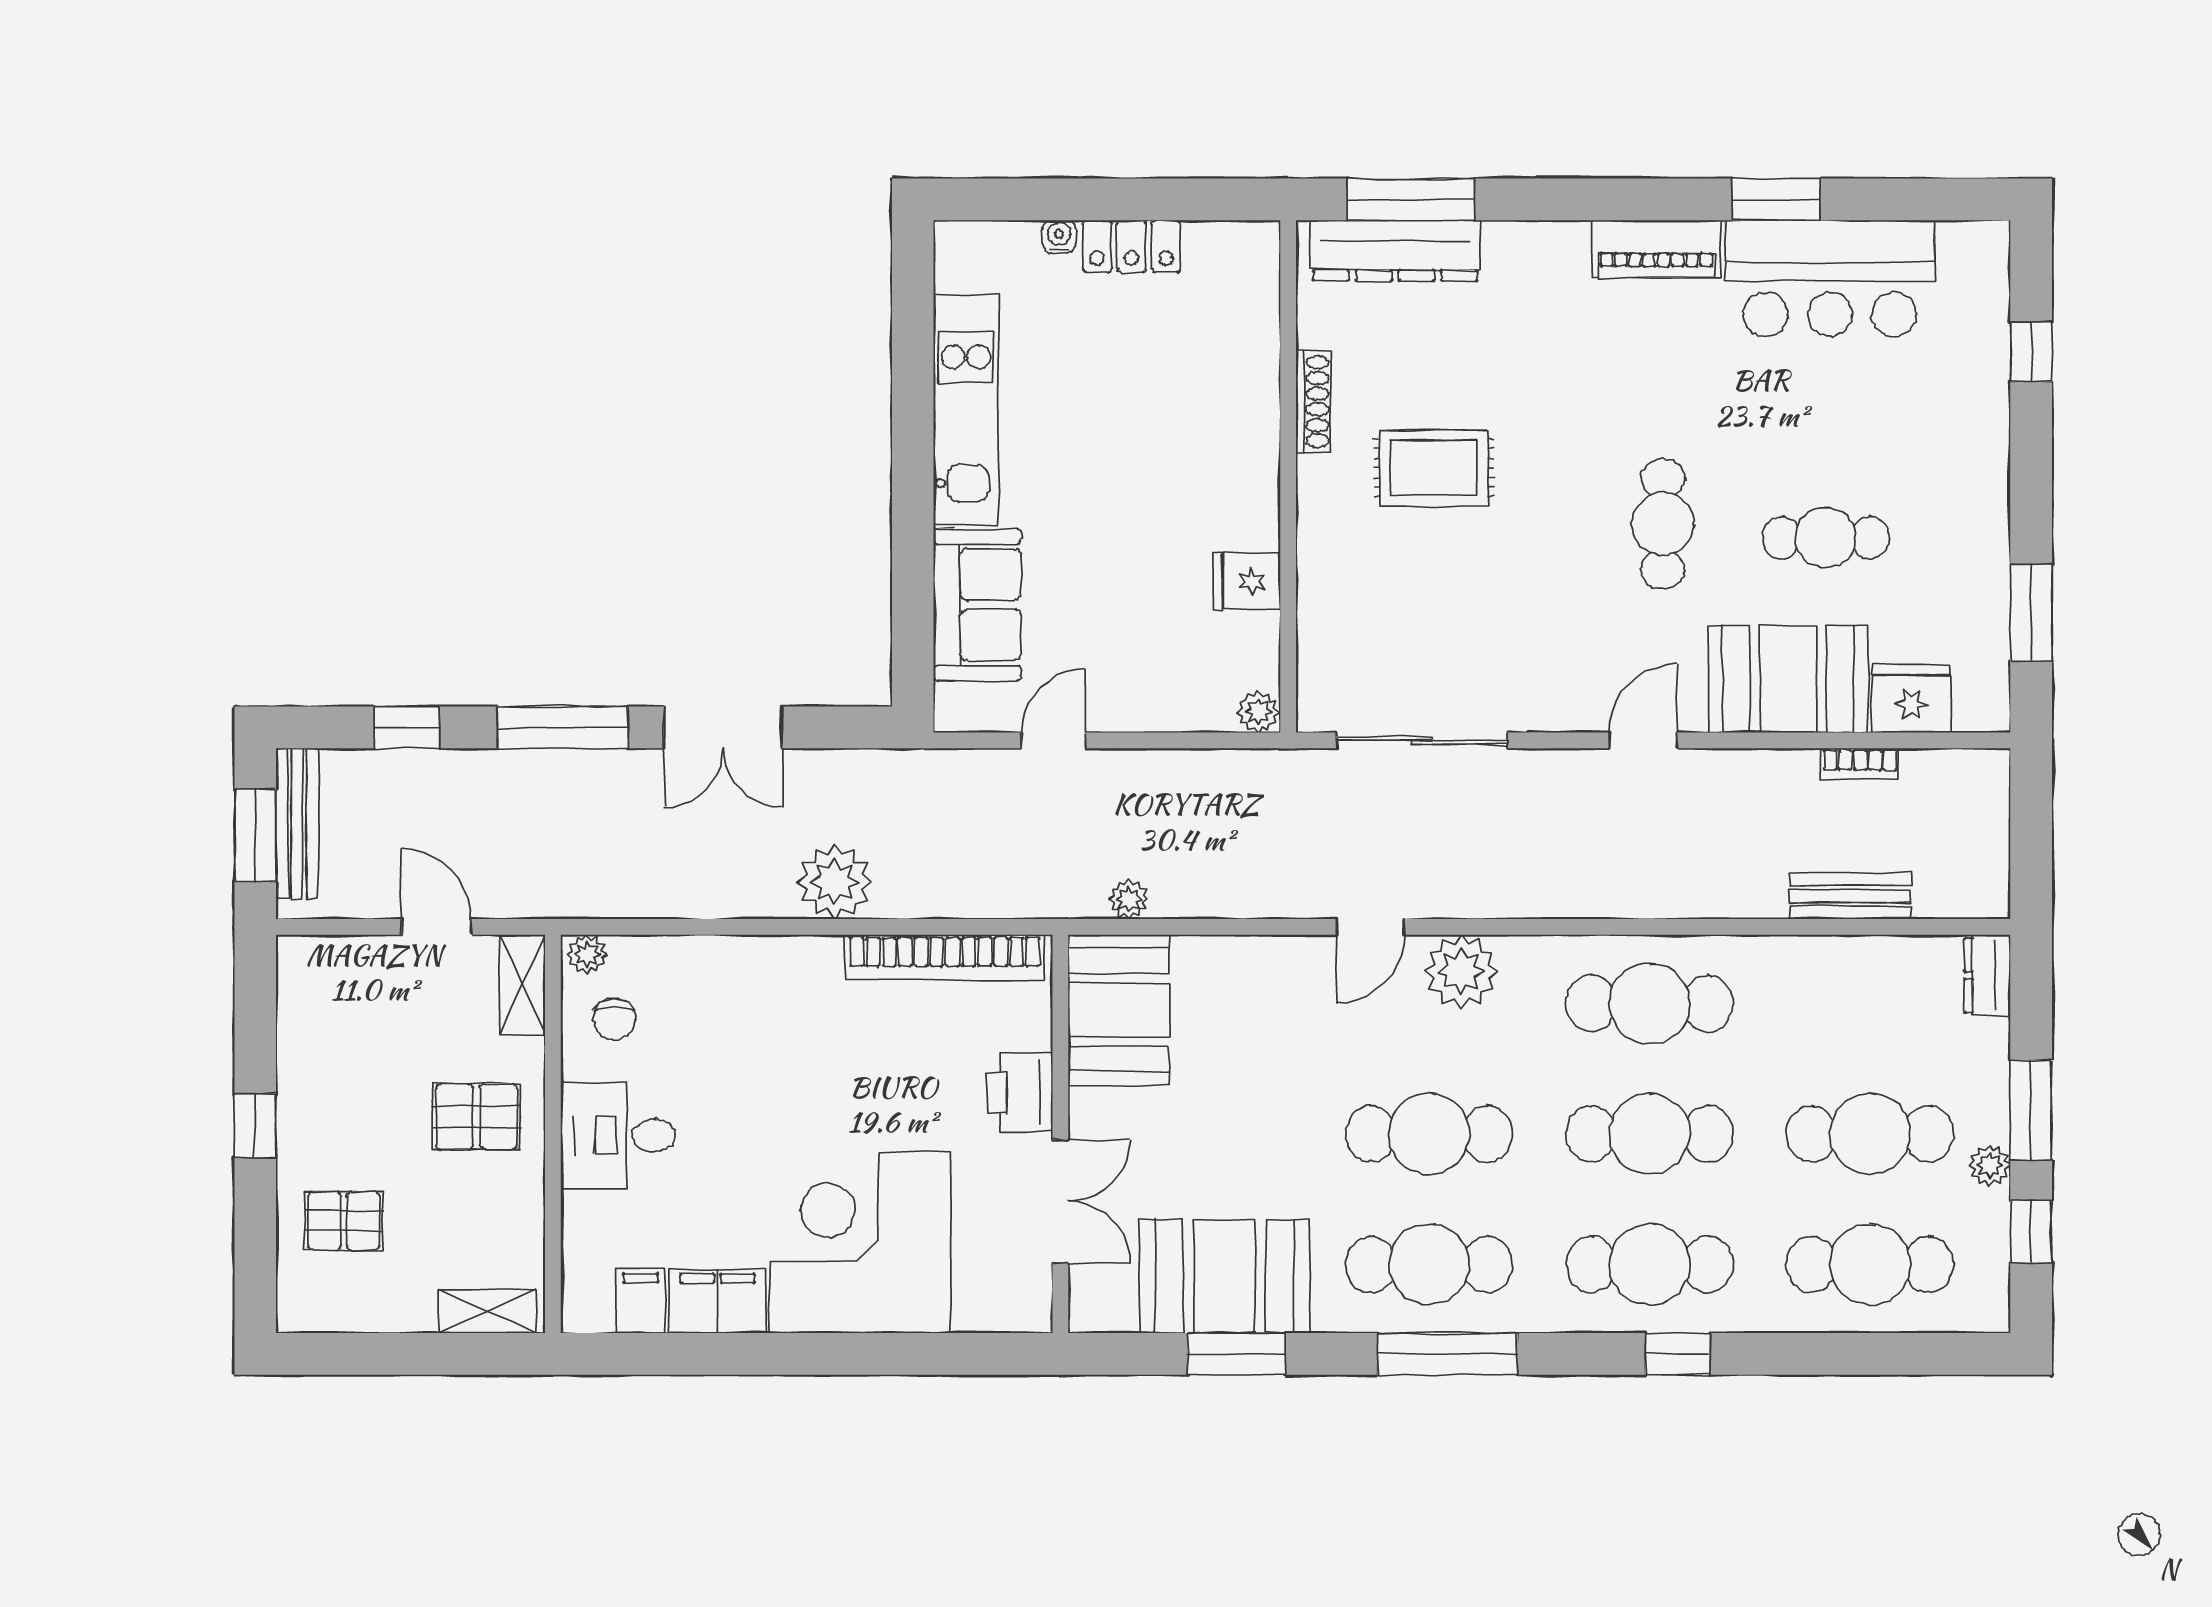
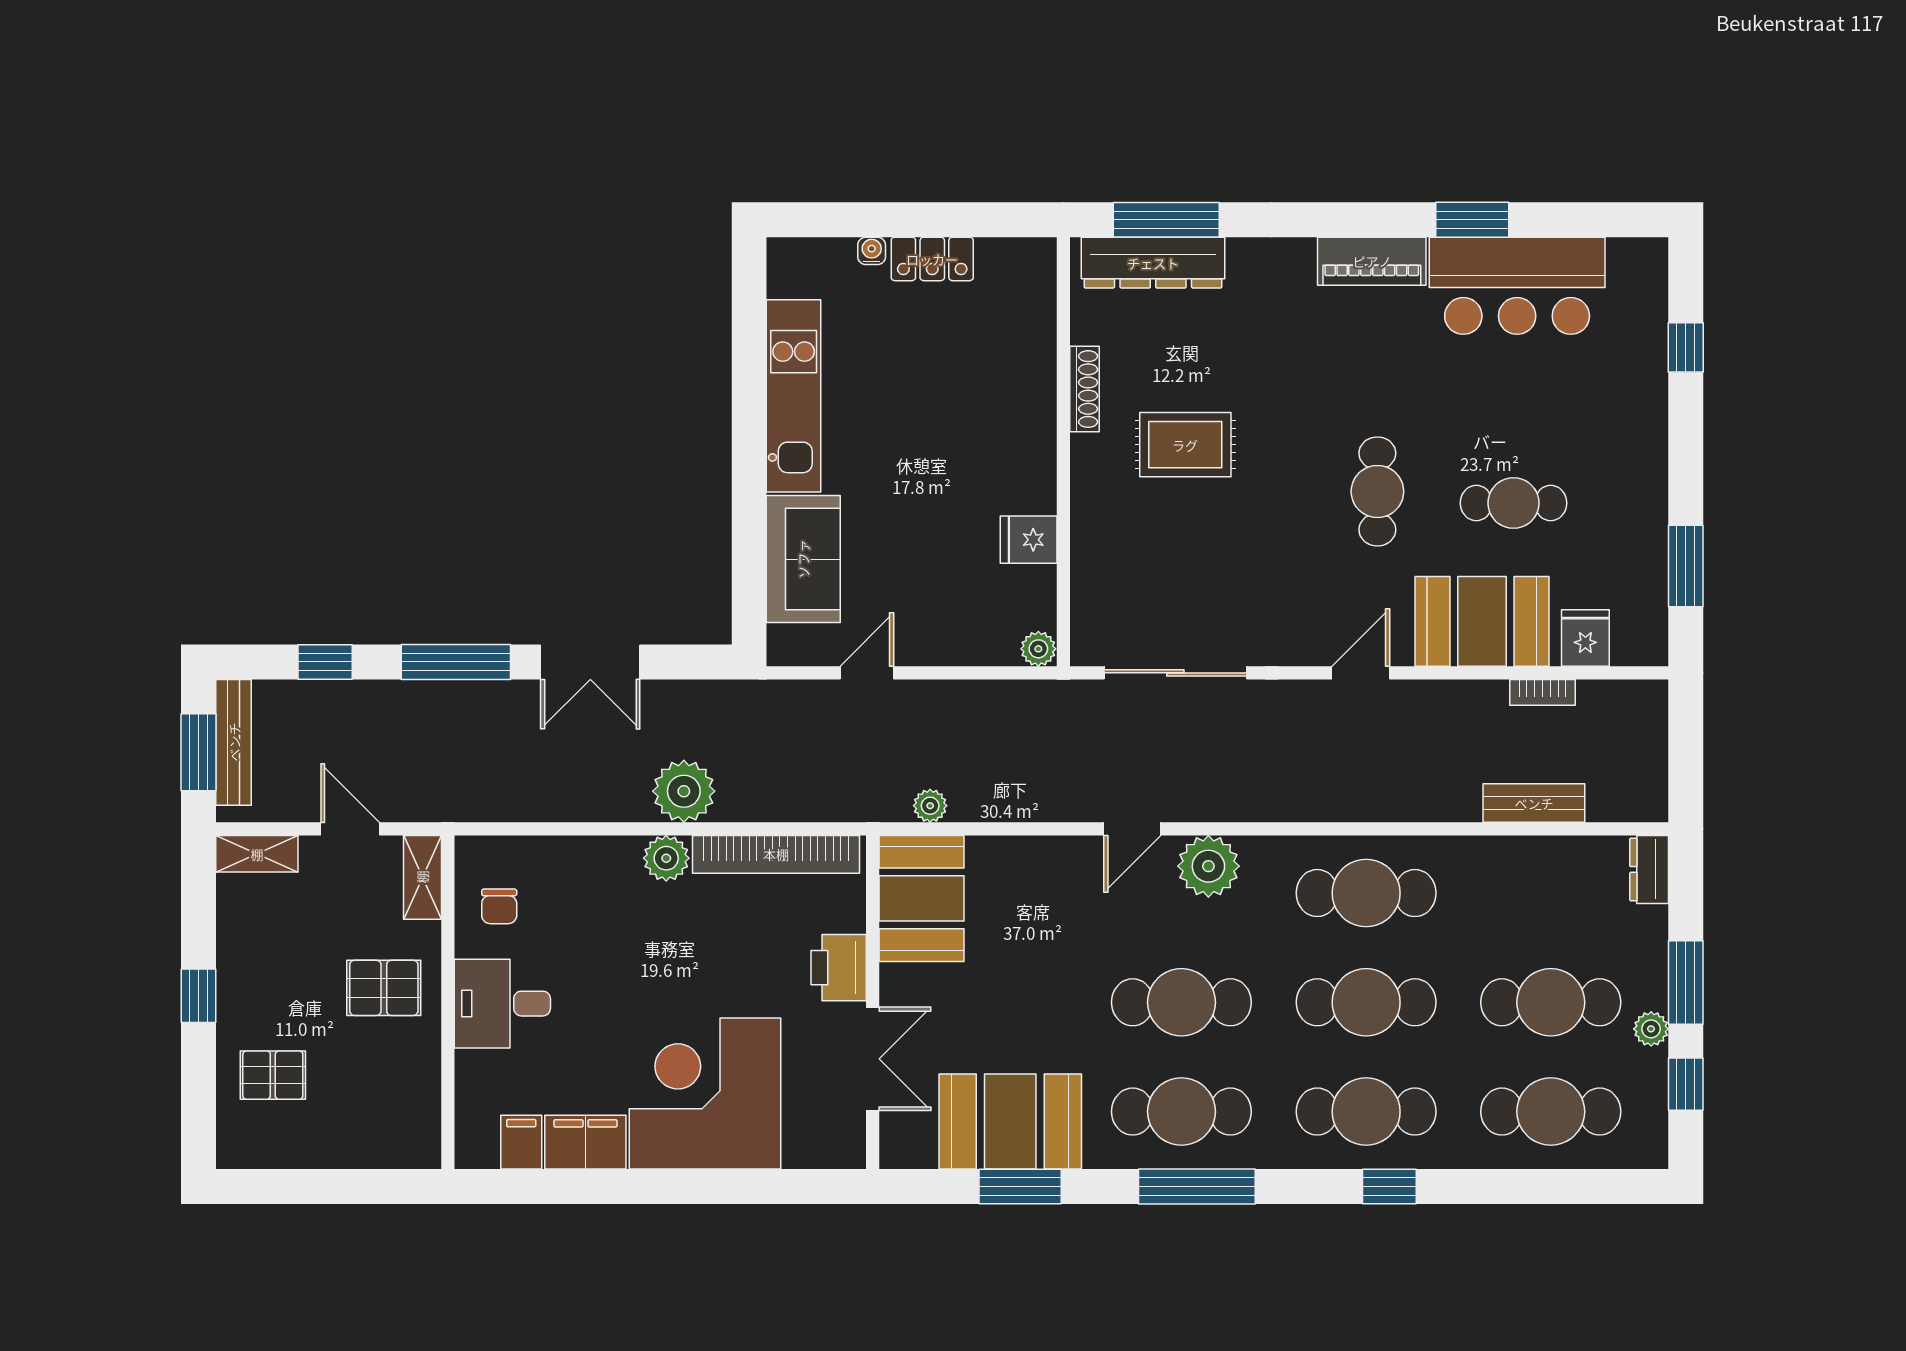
fridge: (1911, 699) -> (1585, 638), width x0.72
plant: (587, 954) -> (666, 858), moved, width x1.38, depth x1.38
shelving: (487, 1311) -> (257, 854), moved

